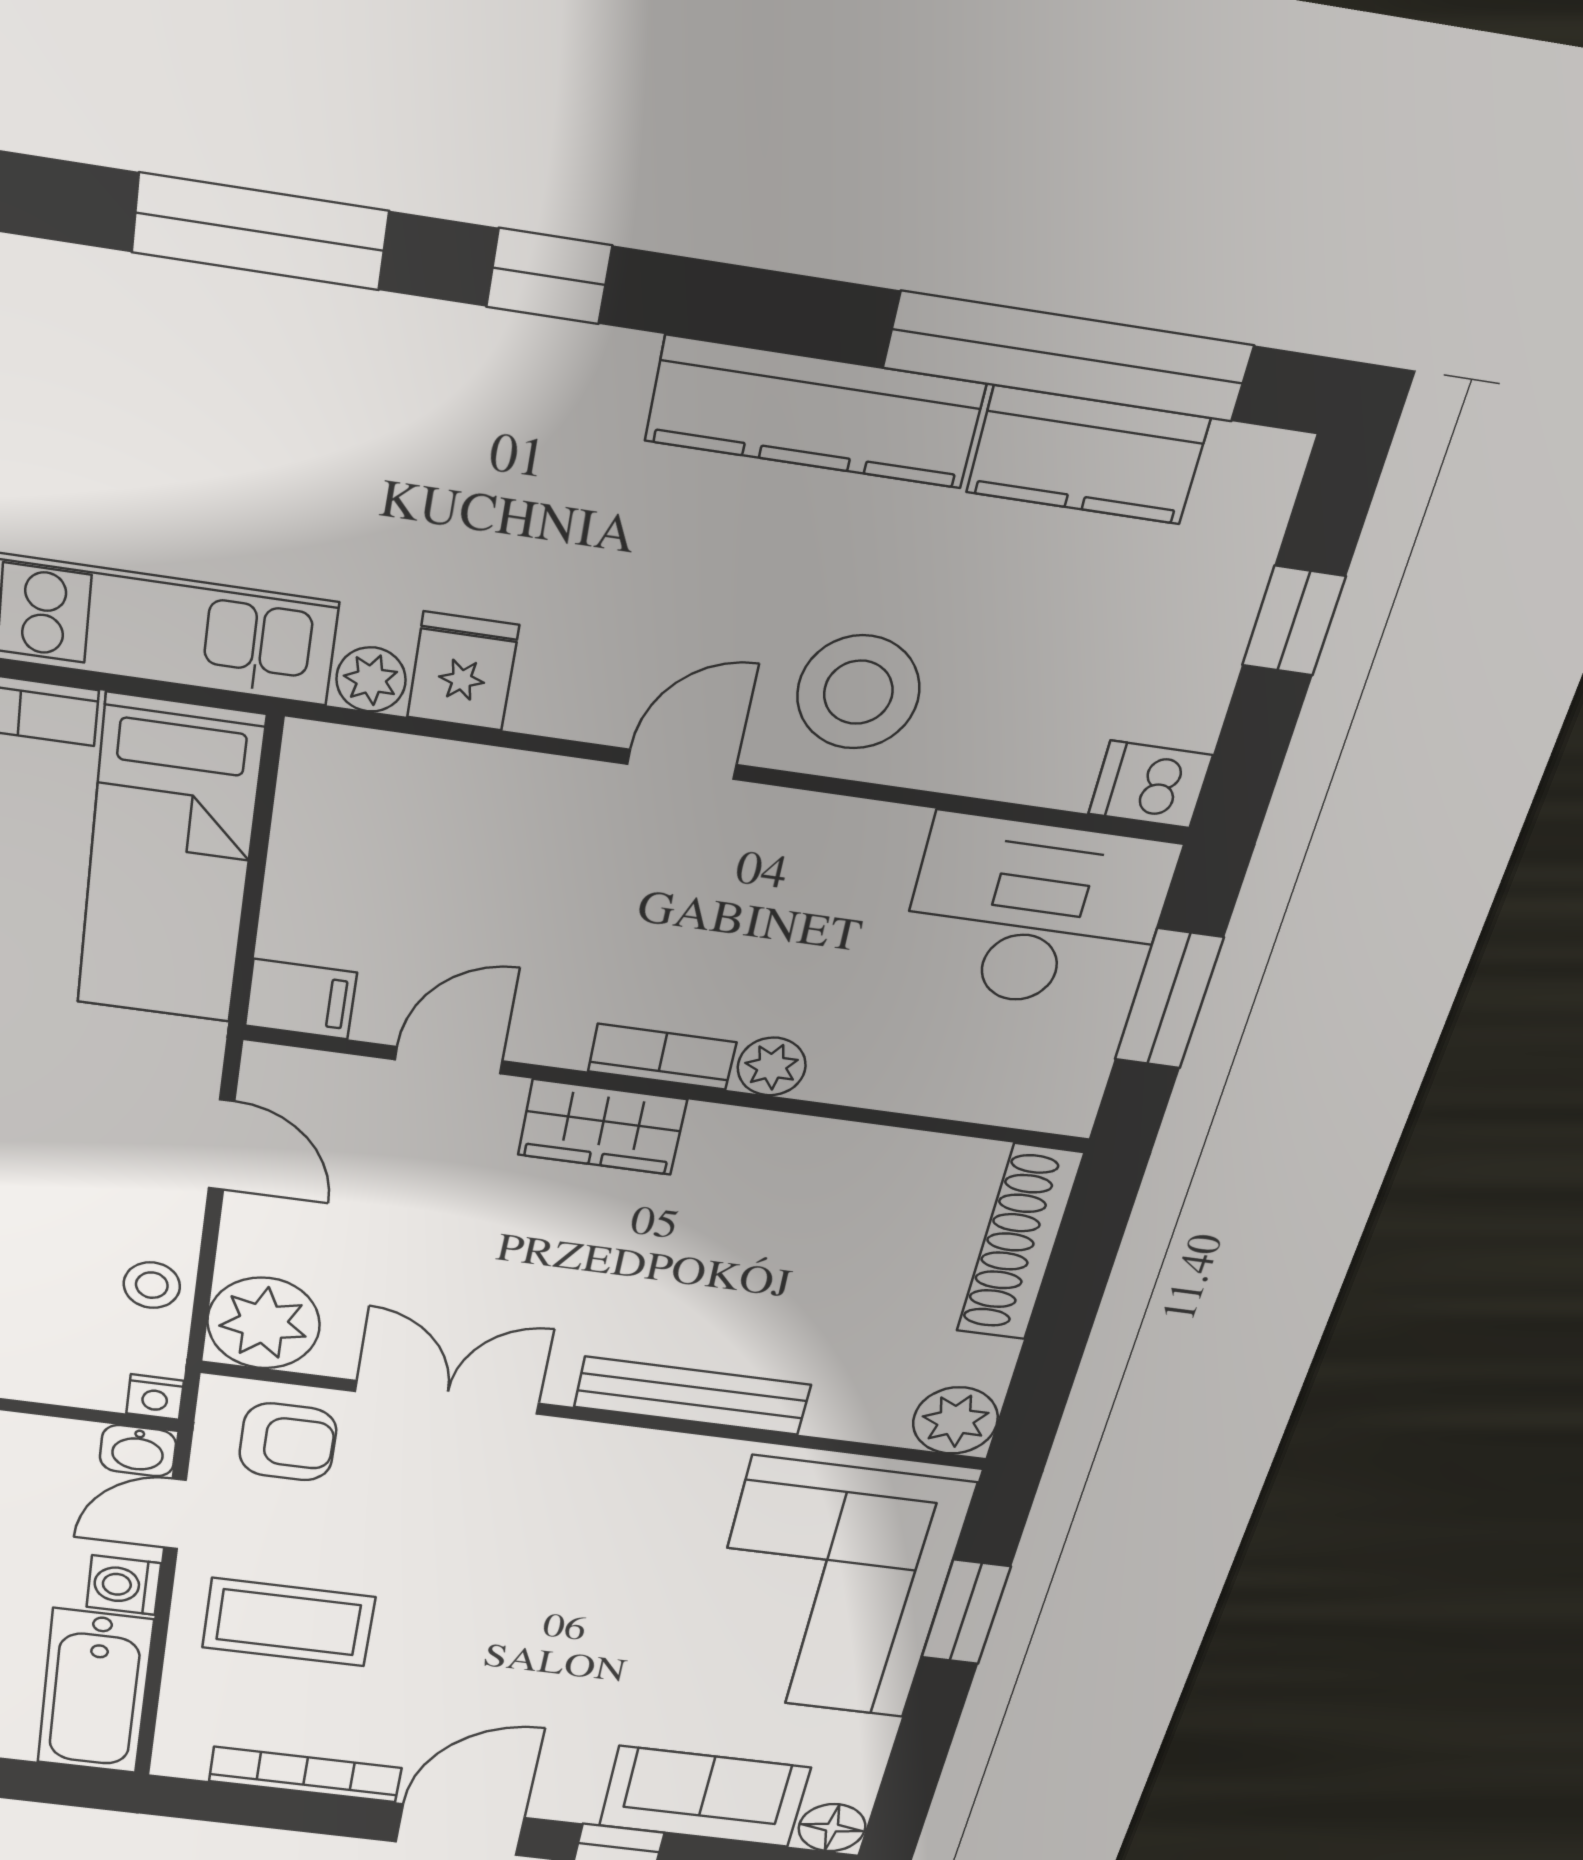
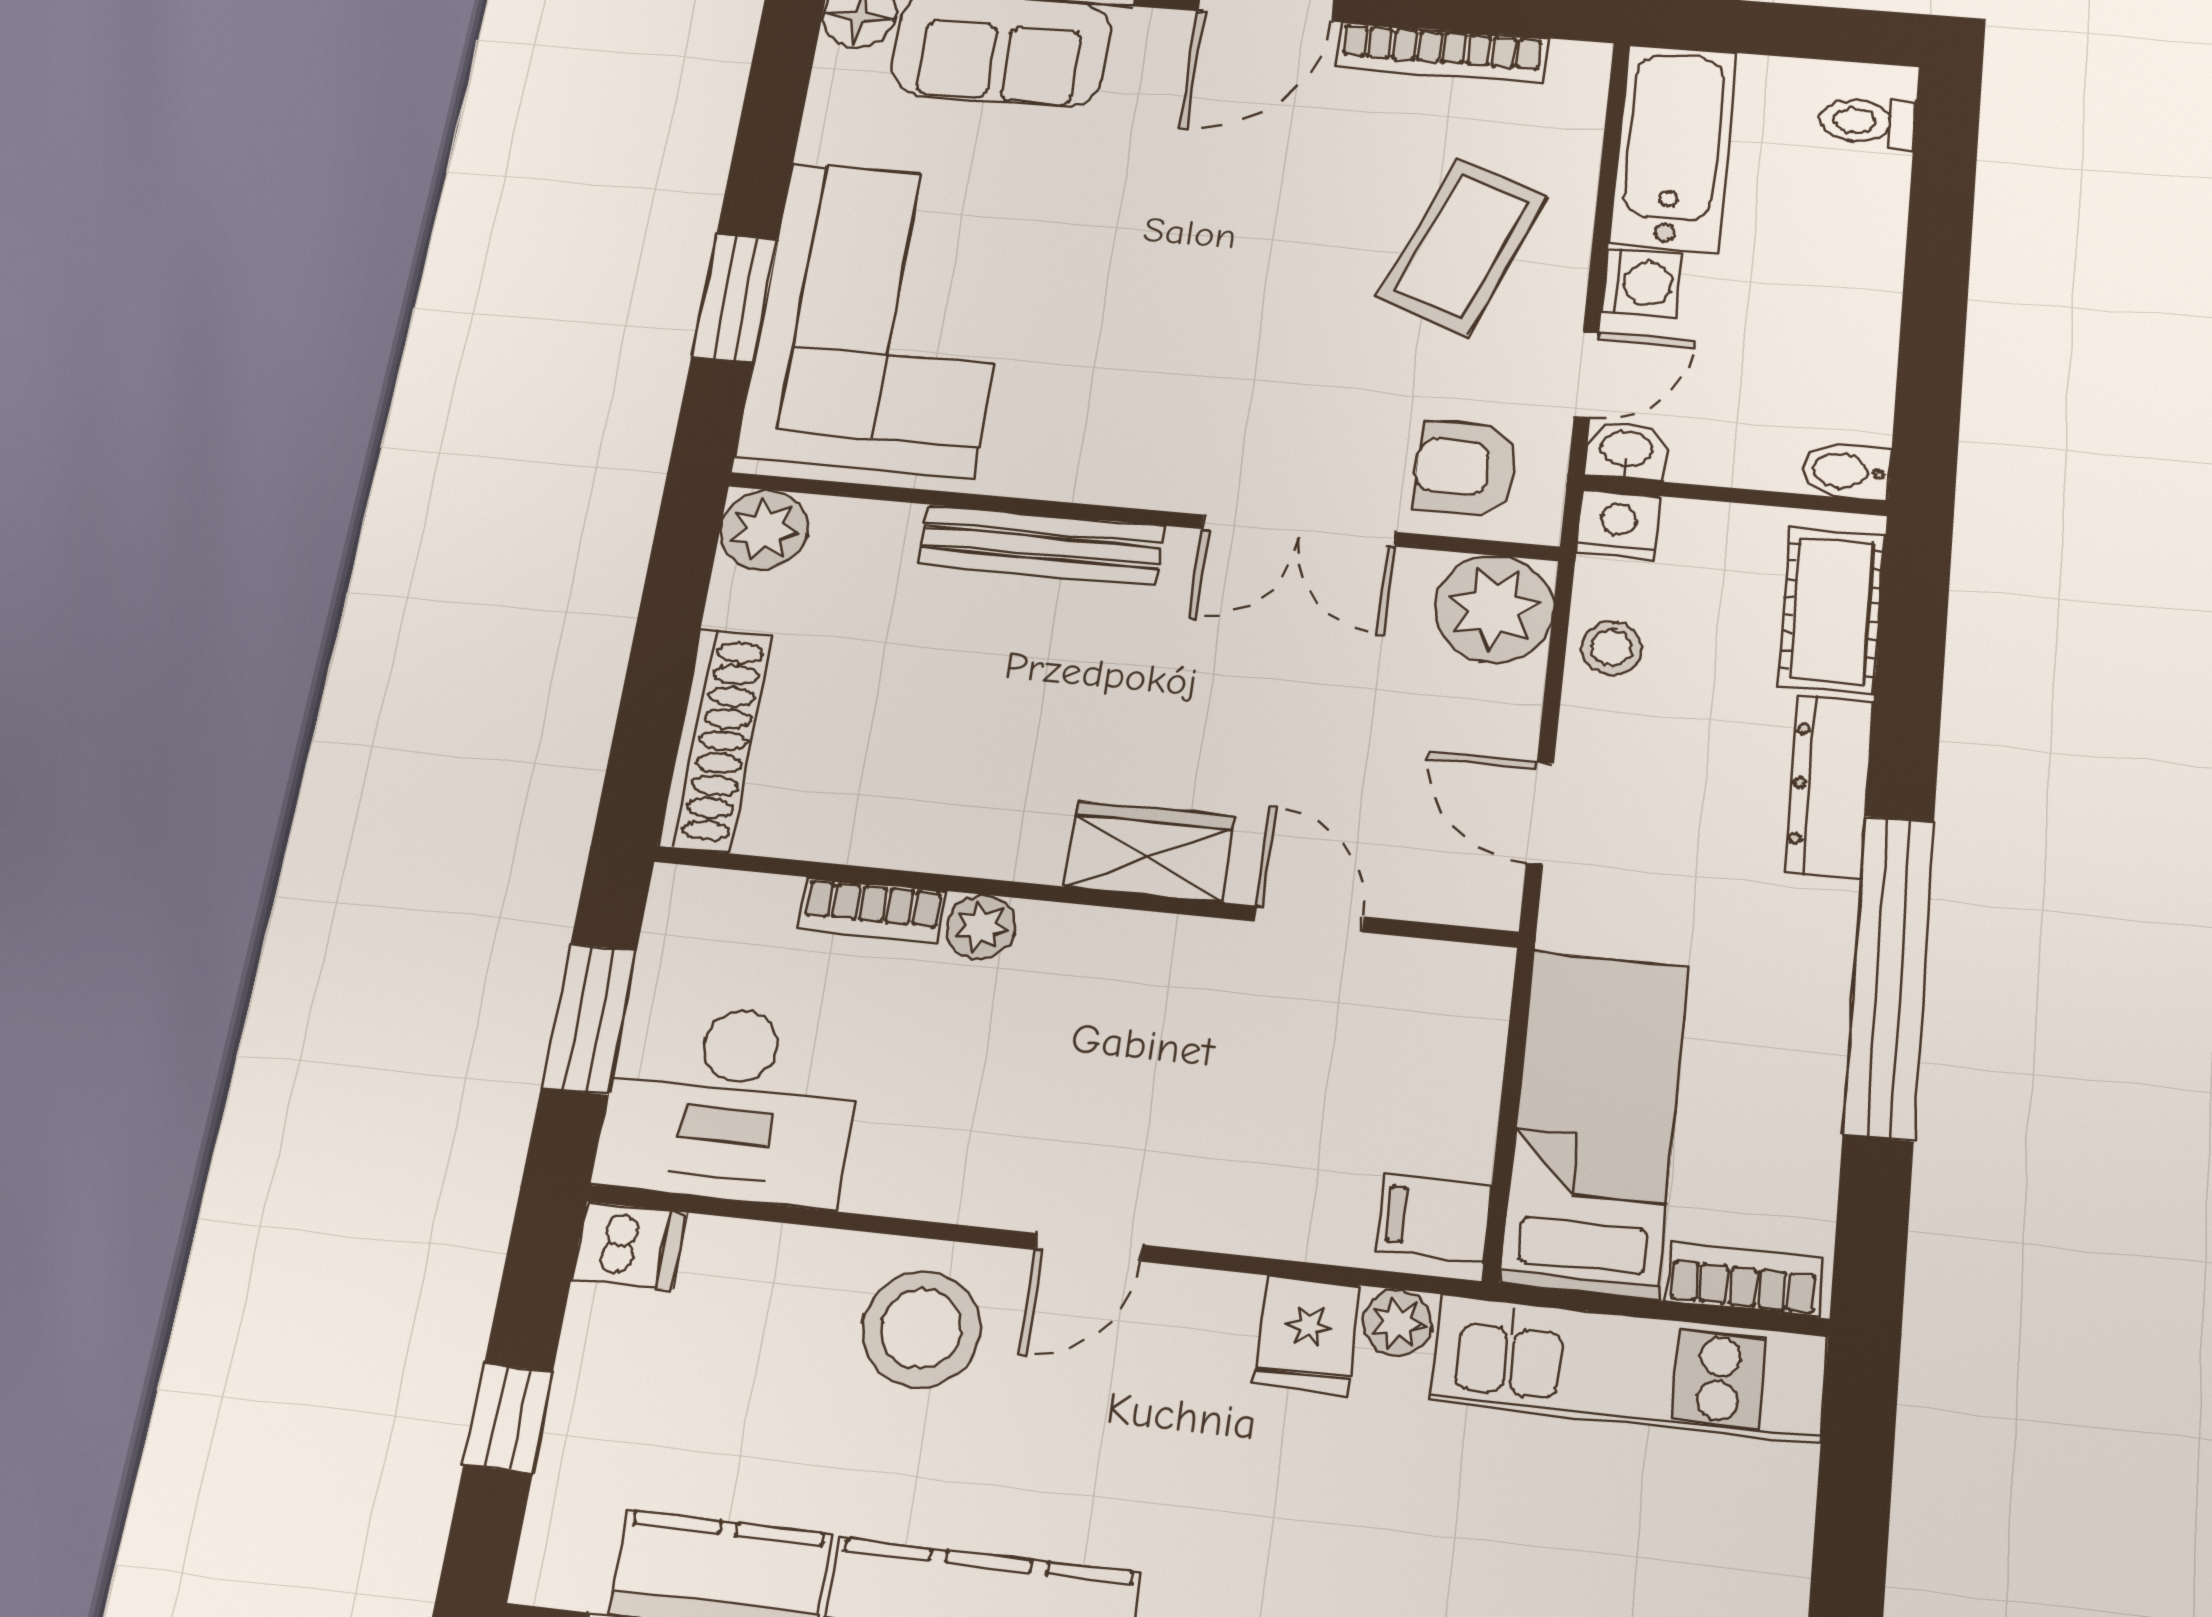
filing cabinet: (301, 999) -> (1434, 1218), moved
bookcase: (662, 1057) -> (872, 910), moved
door: (449, 1060) -> (1309, 919), swing flipped
nightstand: (155, 1397) -> (1618, 525), width x1.39, depth x1.35
coffee table: (289, 1622) -> (1462, 246), turned -69

